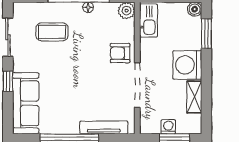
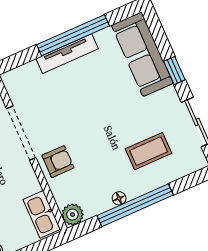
tv unit: (104, 127) -> (67, 54), moved

